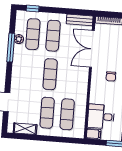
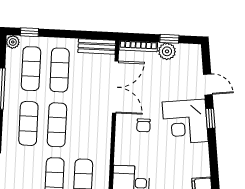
plant: (19, 39) -> (13, 42), moved
double door: (92, 49) -> (115, 87), swing flipped
exercise mat: (30, 73) -> (28, 123), added

